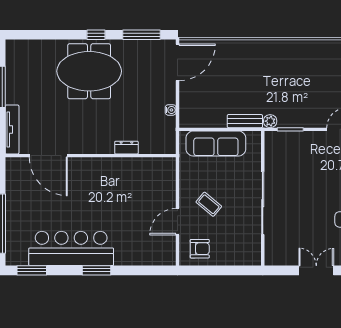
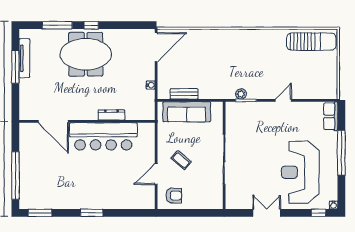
window: (141, 35) -> (57, 25), moved
bench: (245, 121) -> (184, 94), moved
plant: (270, 121) -> (241, 94), moved
tv unit: (12, 130) -> (24, 58), moved
dresser: (126, 148) -> (111, 115), width x1.44
bar counter: (71, 248) -> (103, 136), moved, turned 180

